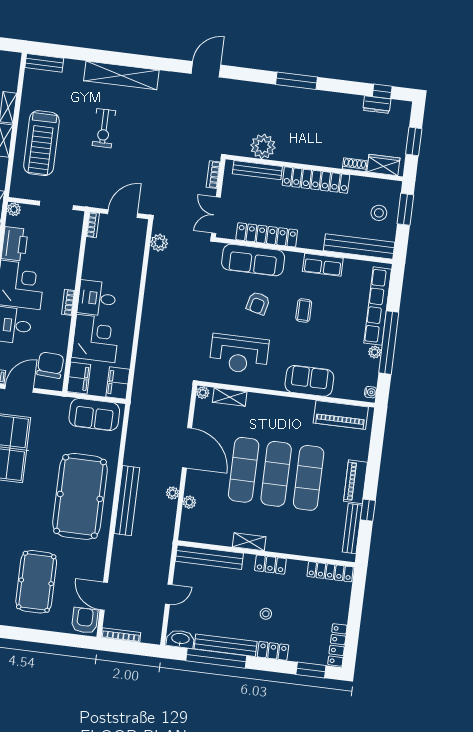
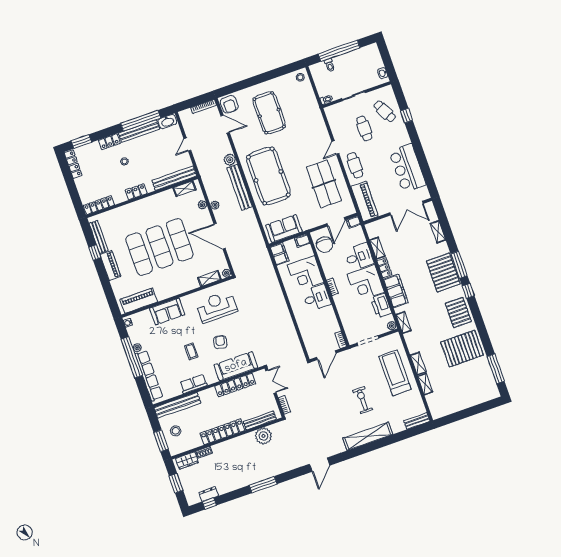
plant: (159, 243) -> (230, 160), moved
filing cabinet: (79, 378) -> (302, 241), width x0.50
shelving: (249, 542) -> (184, 189), moved

